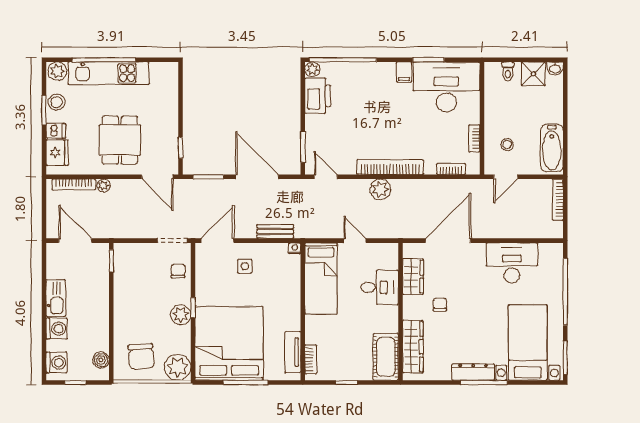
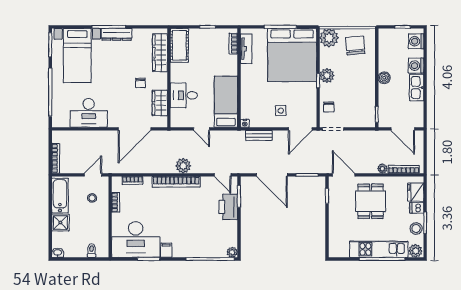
shower: (533, 74) -> (60, 223), moved
printer: (318, 96) -> (228, 207), moved
boiler: (101, 360) -> (384, 78), moved

